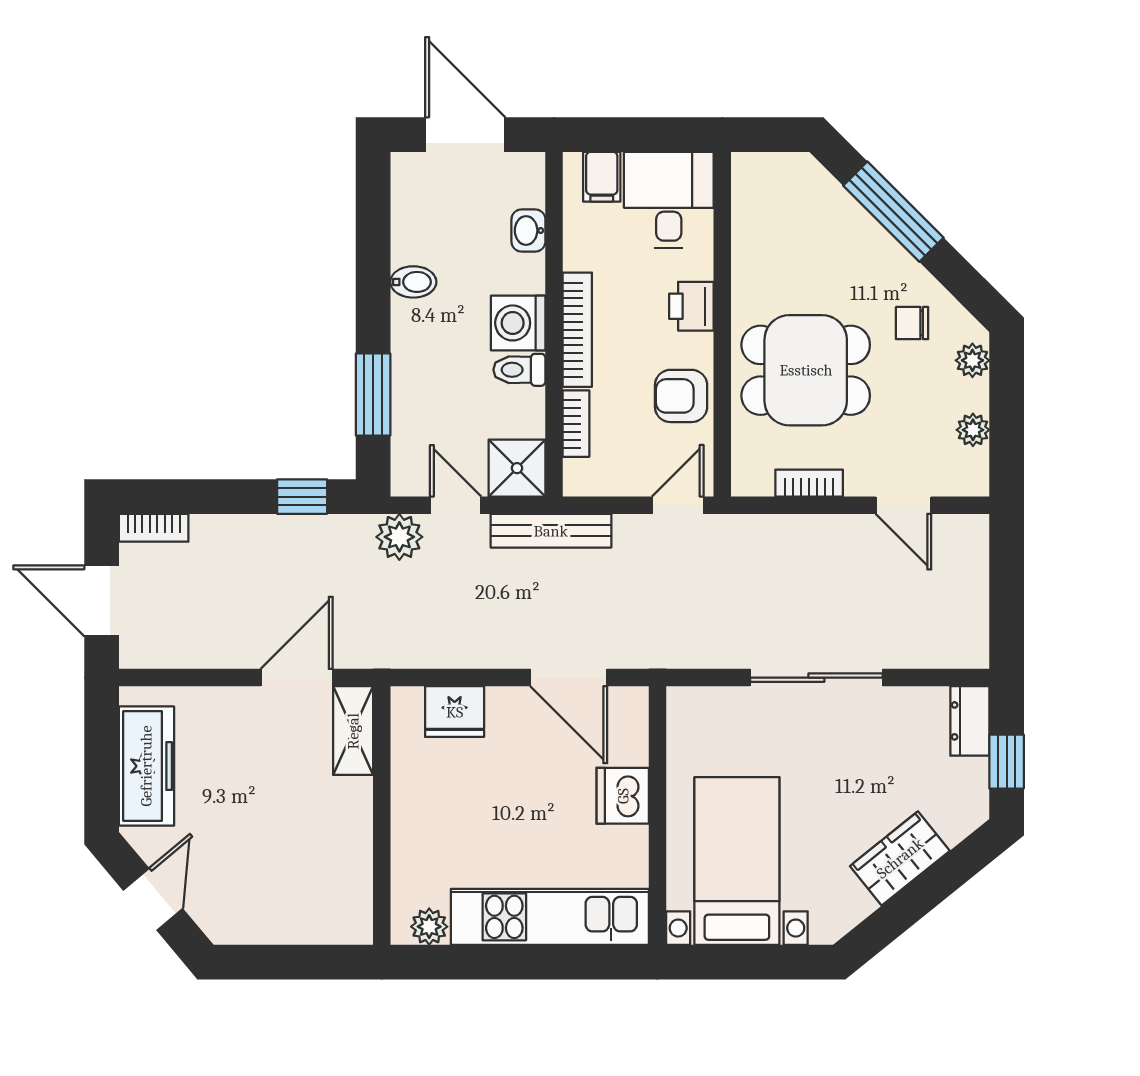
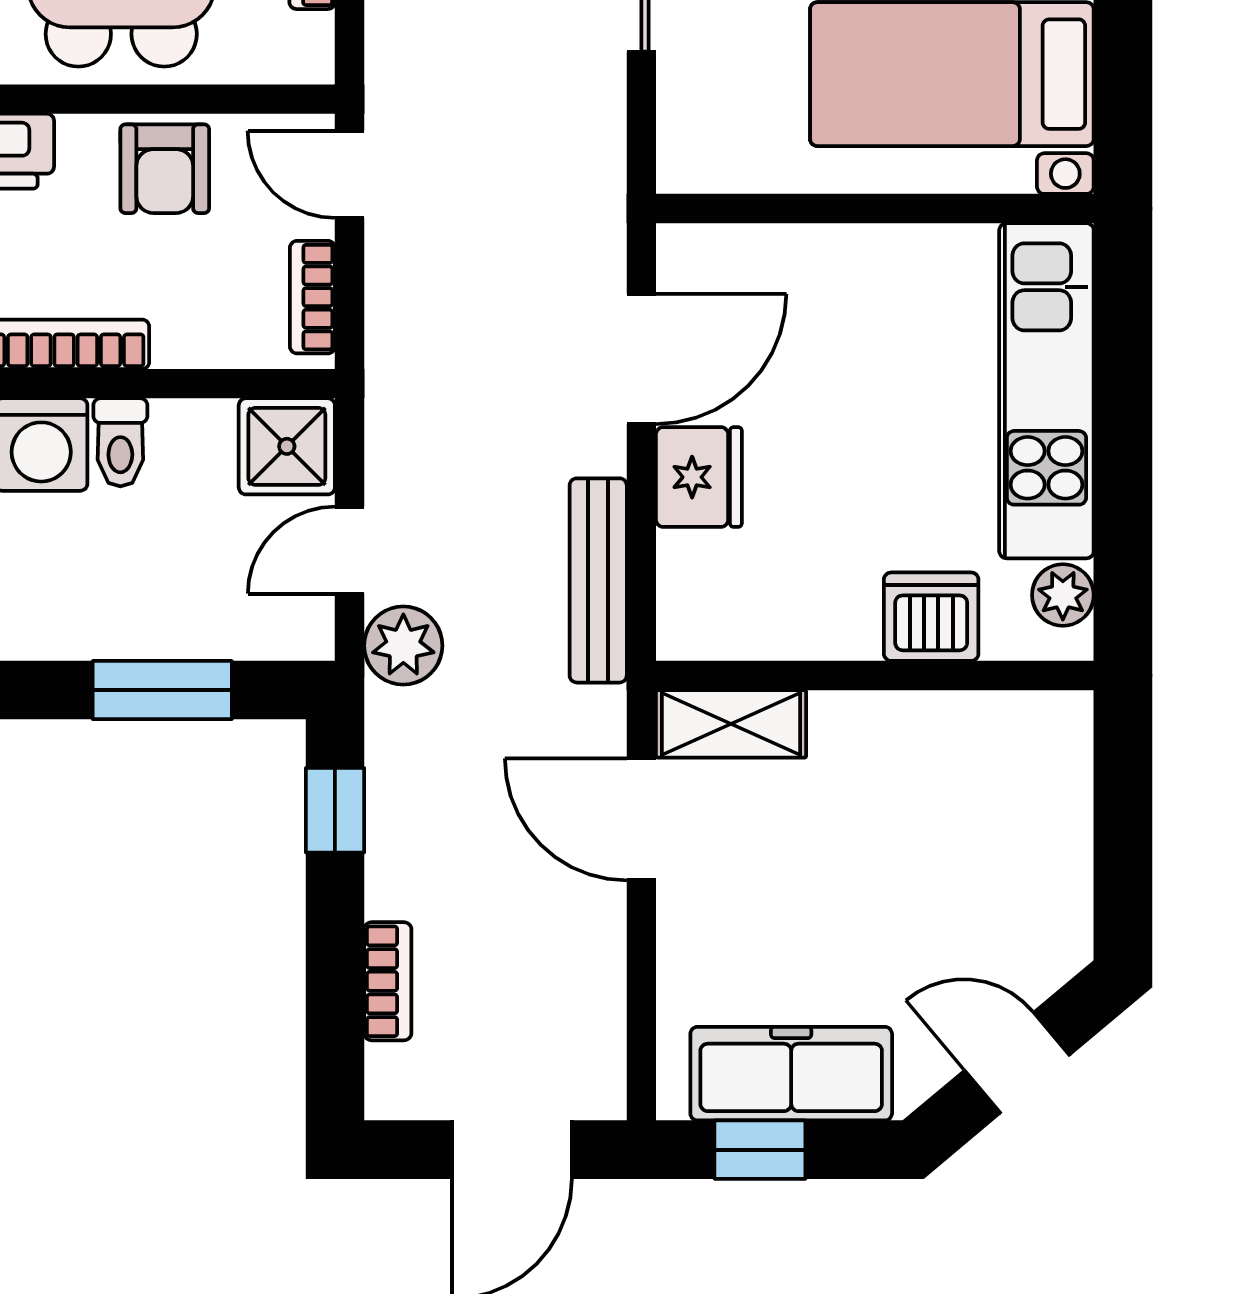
bookcase: (576, 424) -> (312, 297), moved, turned -90
bookcase: (154, 528) -> (388, 981), moved
bench: (551, 531) -> (598, 580), moved
fridge: (455, 712) -> (699, 477), moved
window: (102, 748) -> (760, 1150), added
dishwasher: (623, 796) -> (931, 617), moved, turned 180

